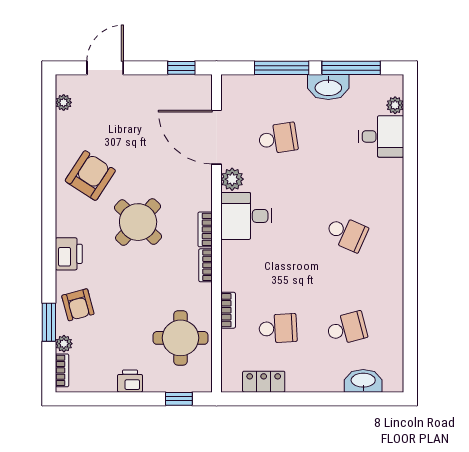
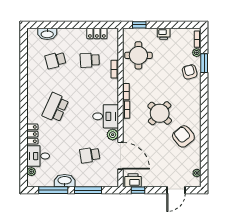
armchair: (90, 176) -> (183, 136), turned 108
locker: (393, 180) -> (32, 134), added
school desk: (347, 233) -> (55, 108), width x1.85
printer: (69, 254) -> (133, 180), moved, turned 90

